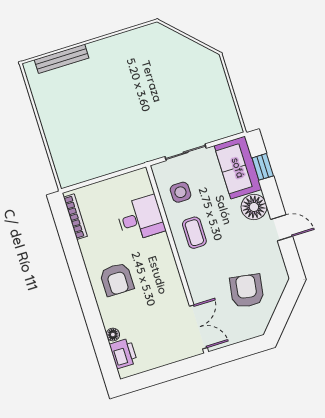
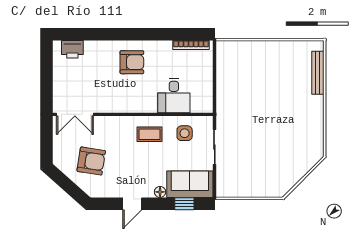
floor lamp: (254, 207) -> (160, 192), width x0.53, depth x0.53
armchair: (117, 279) -> (132, 62), turned 180
floor lamp: (113, 335) -> (90, 46), removed

